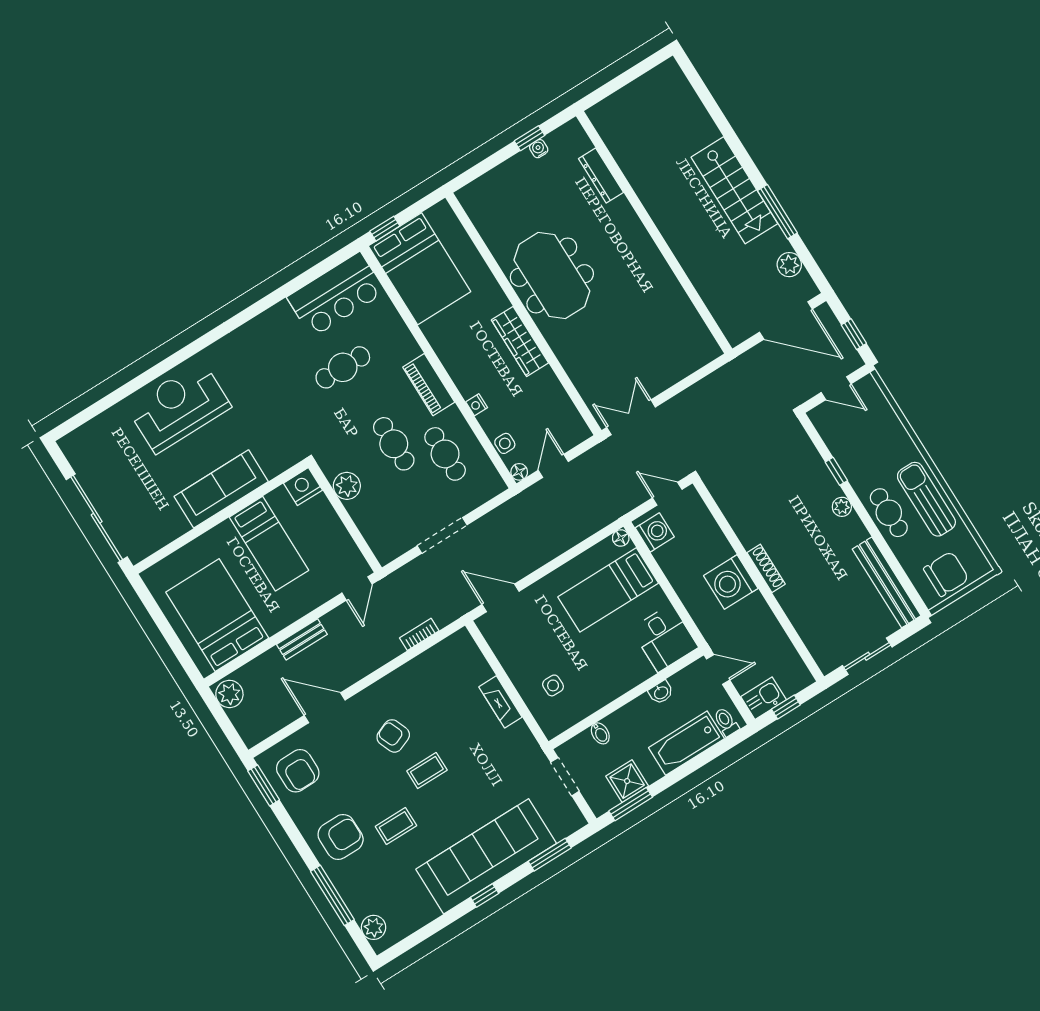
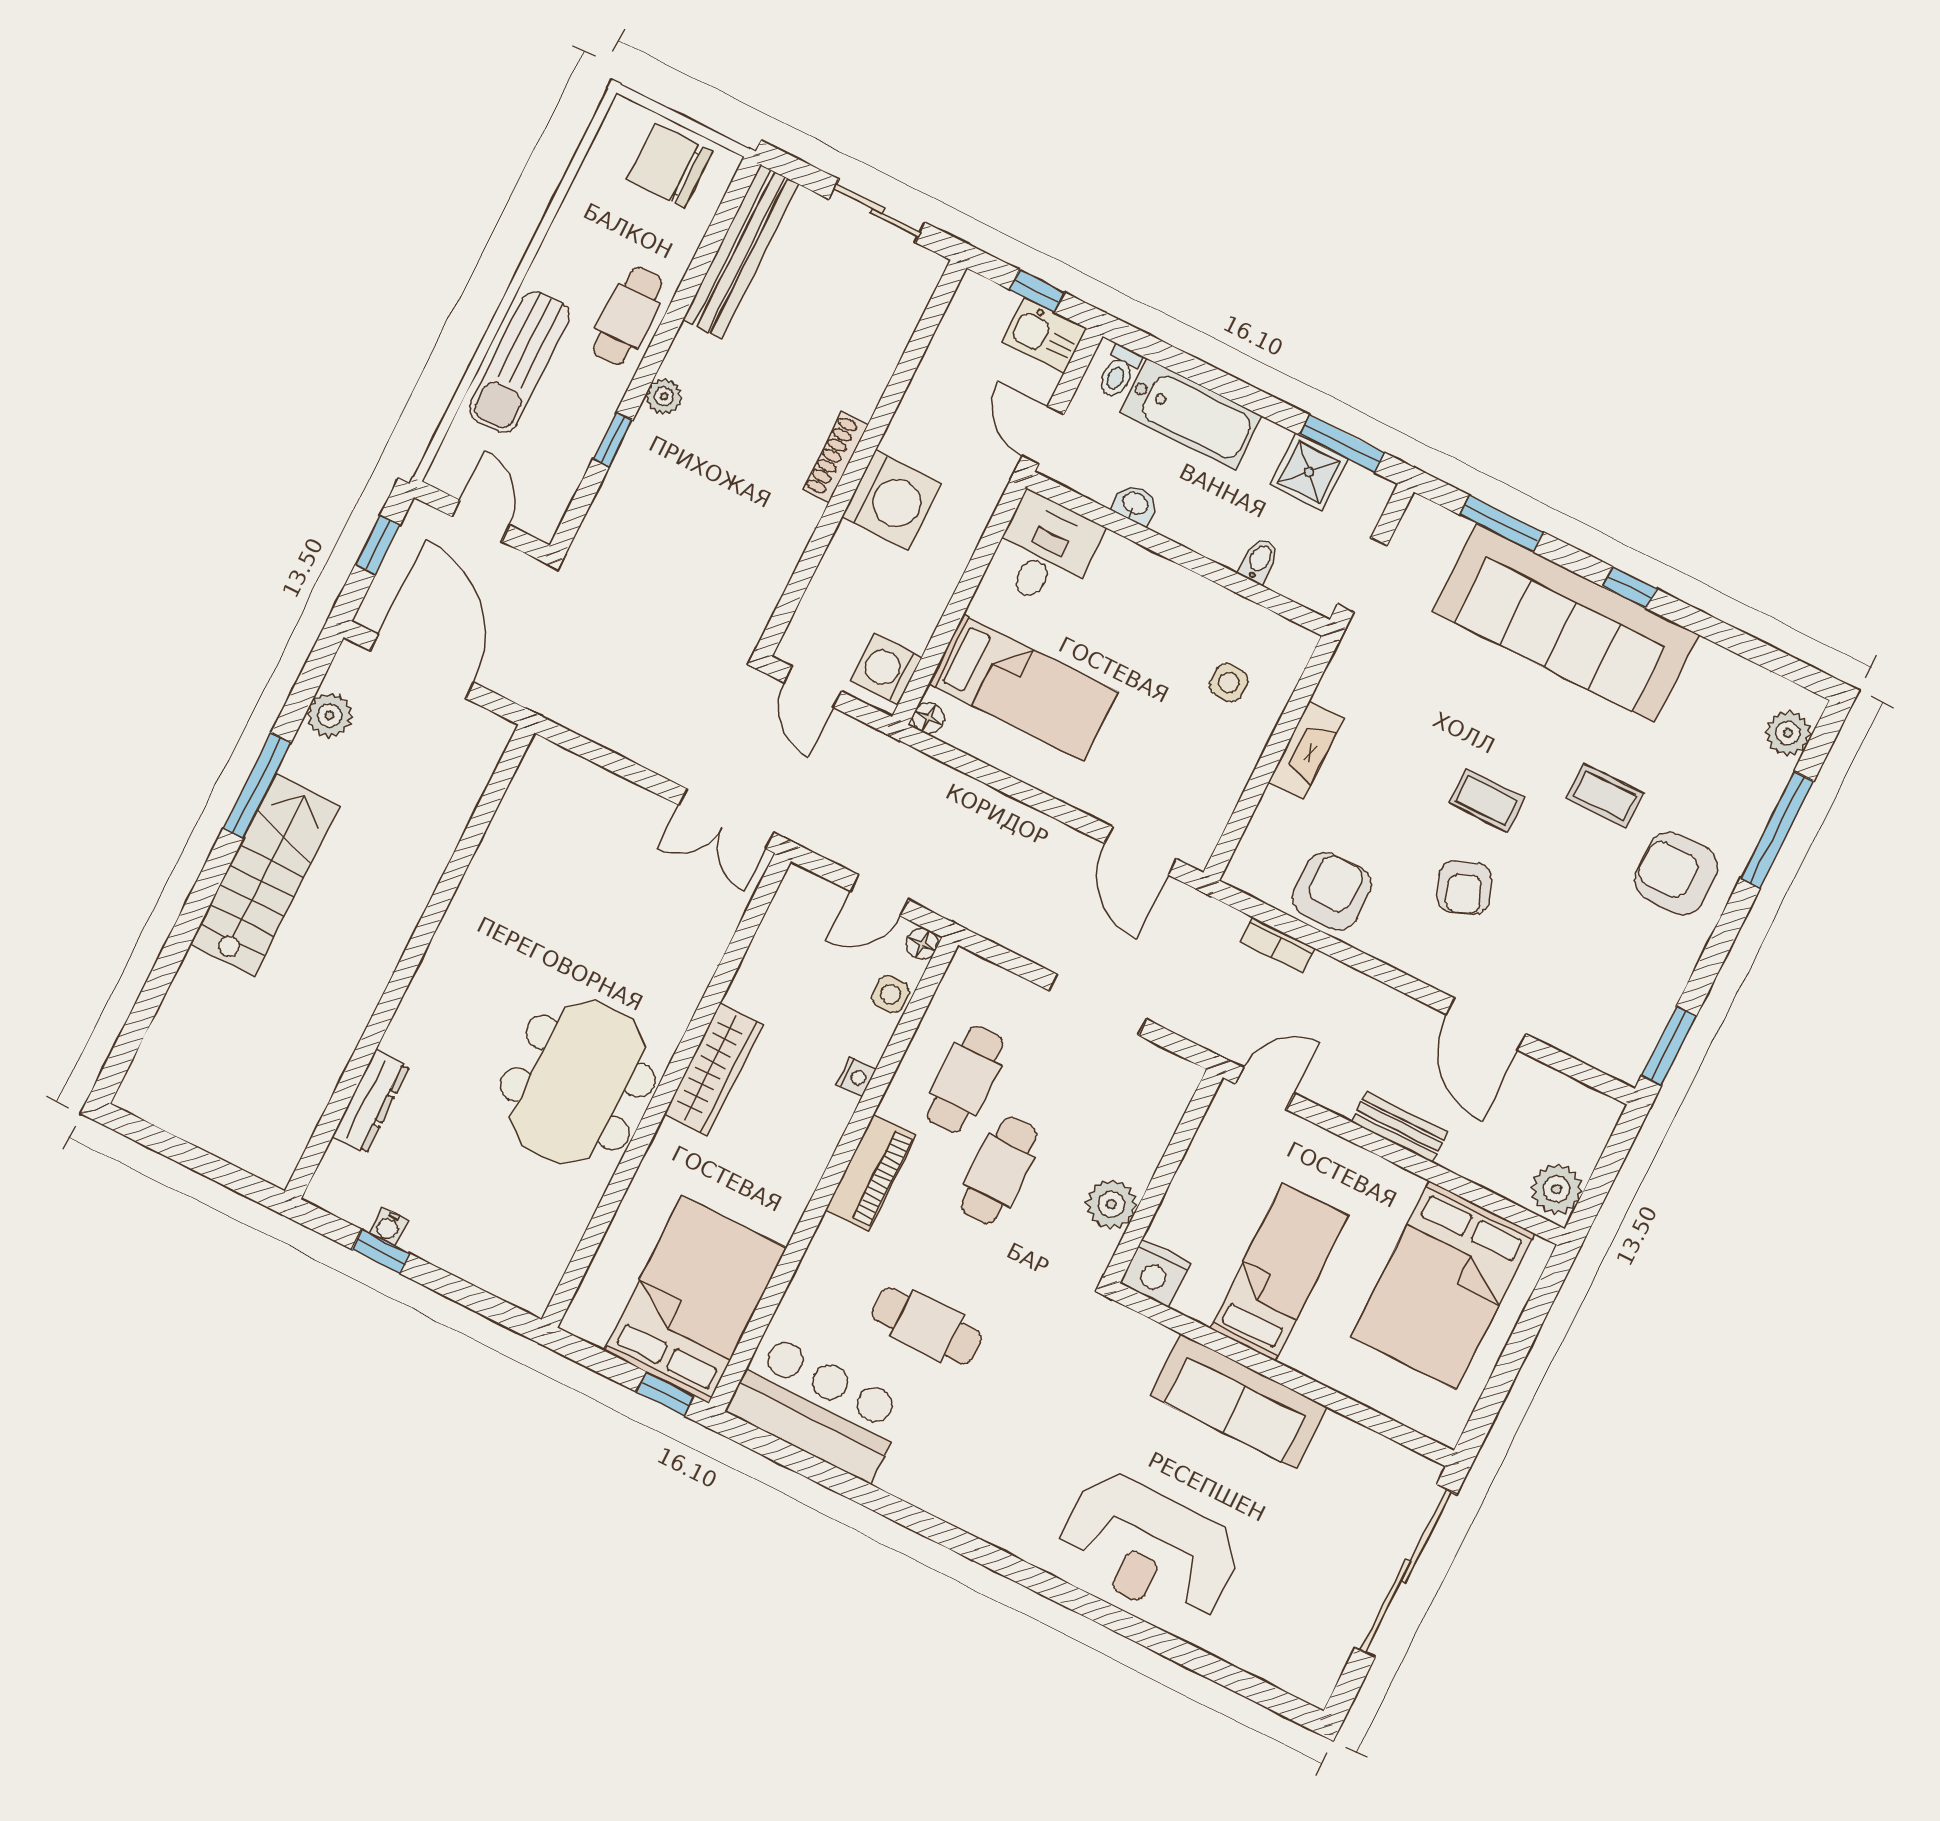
sun lounger: (926, 499) -> (519, 362), moved
armchair: (298, 771) -> (1332, 891), moved

